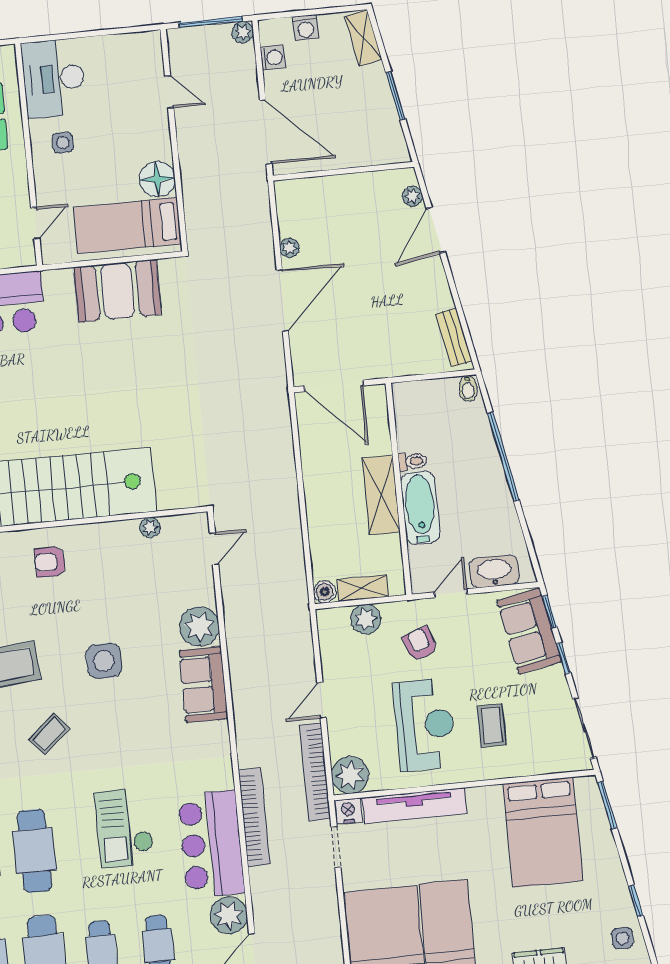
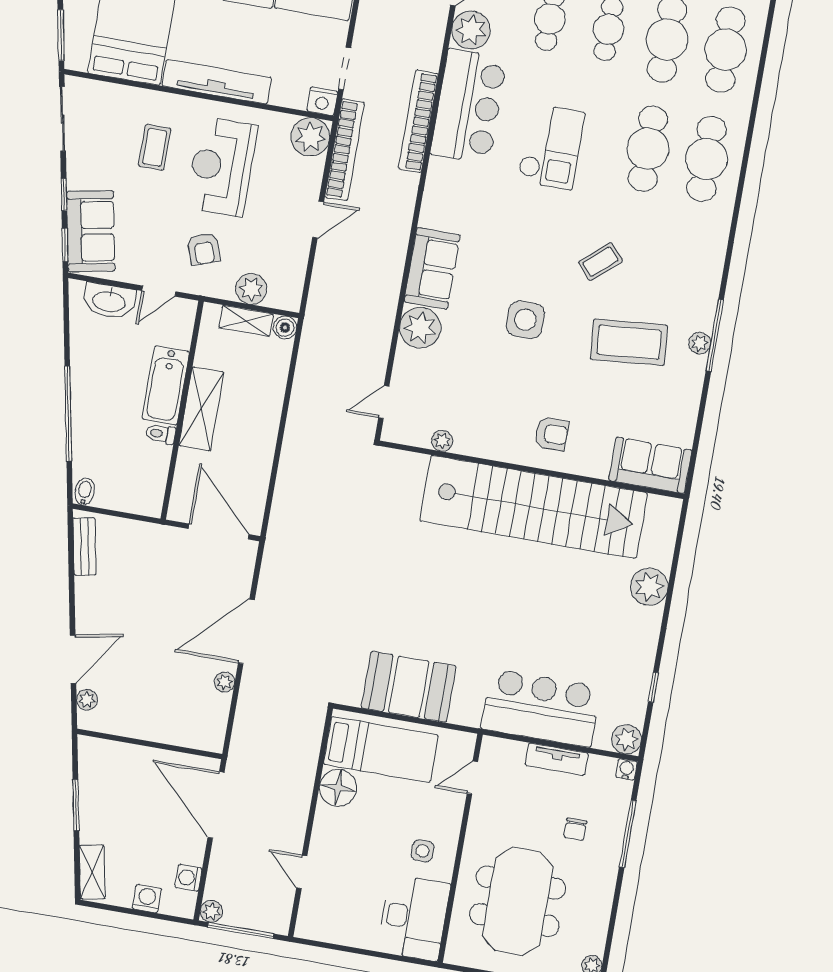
tv unit: (414, 806) -> (217, 82), moved

